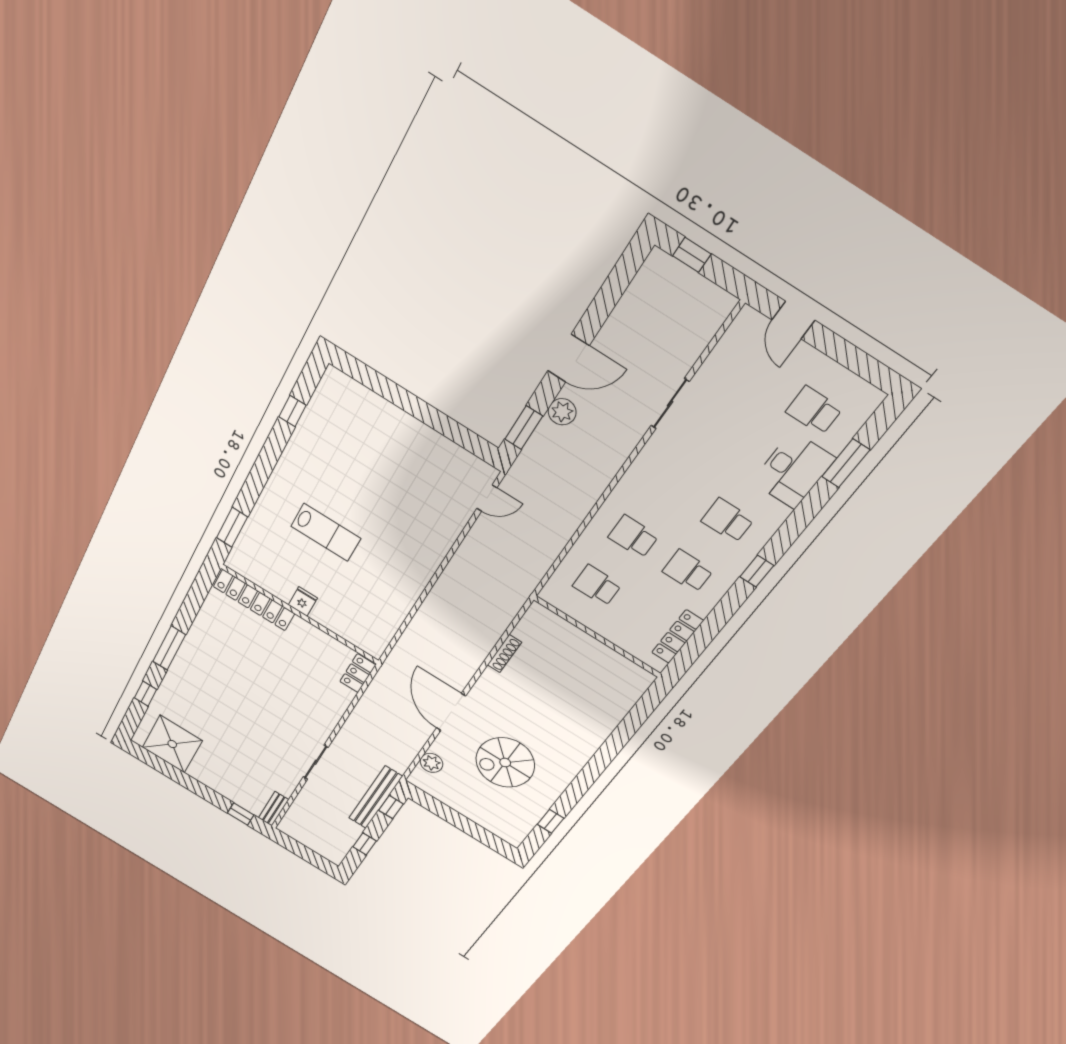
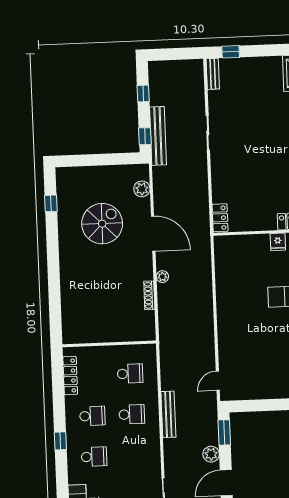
bench: (584, 503) -> (168, 414), added
plant: (473, 662) -> (162, 277), added

